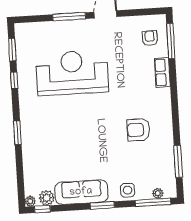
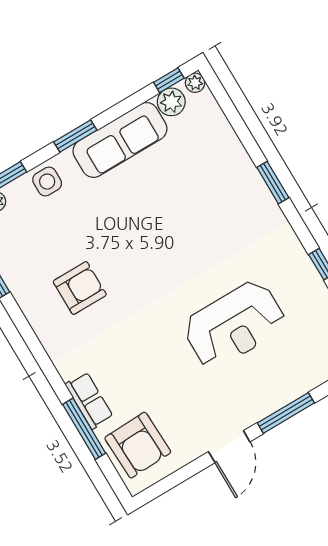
armchair: (150, 38) -> (138, 445), width x1.88, depth x1.88
window: (171, 41) -> (84, 429), moved
reception desk: (72, 73) -> (234, 325), width x0.74, depth x0.77

